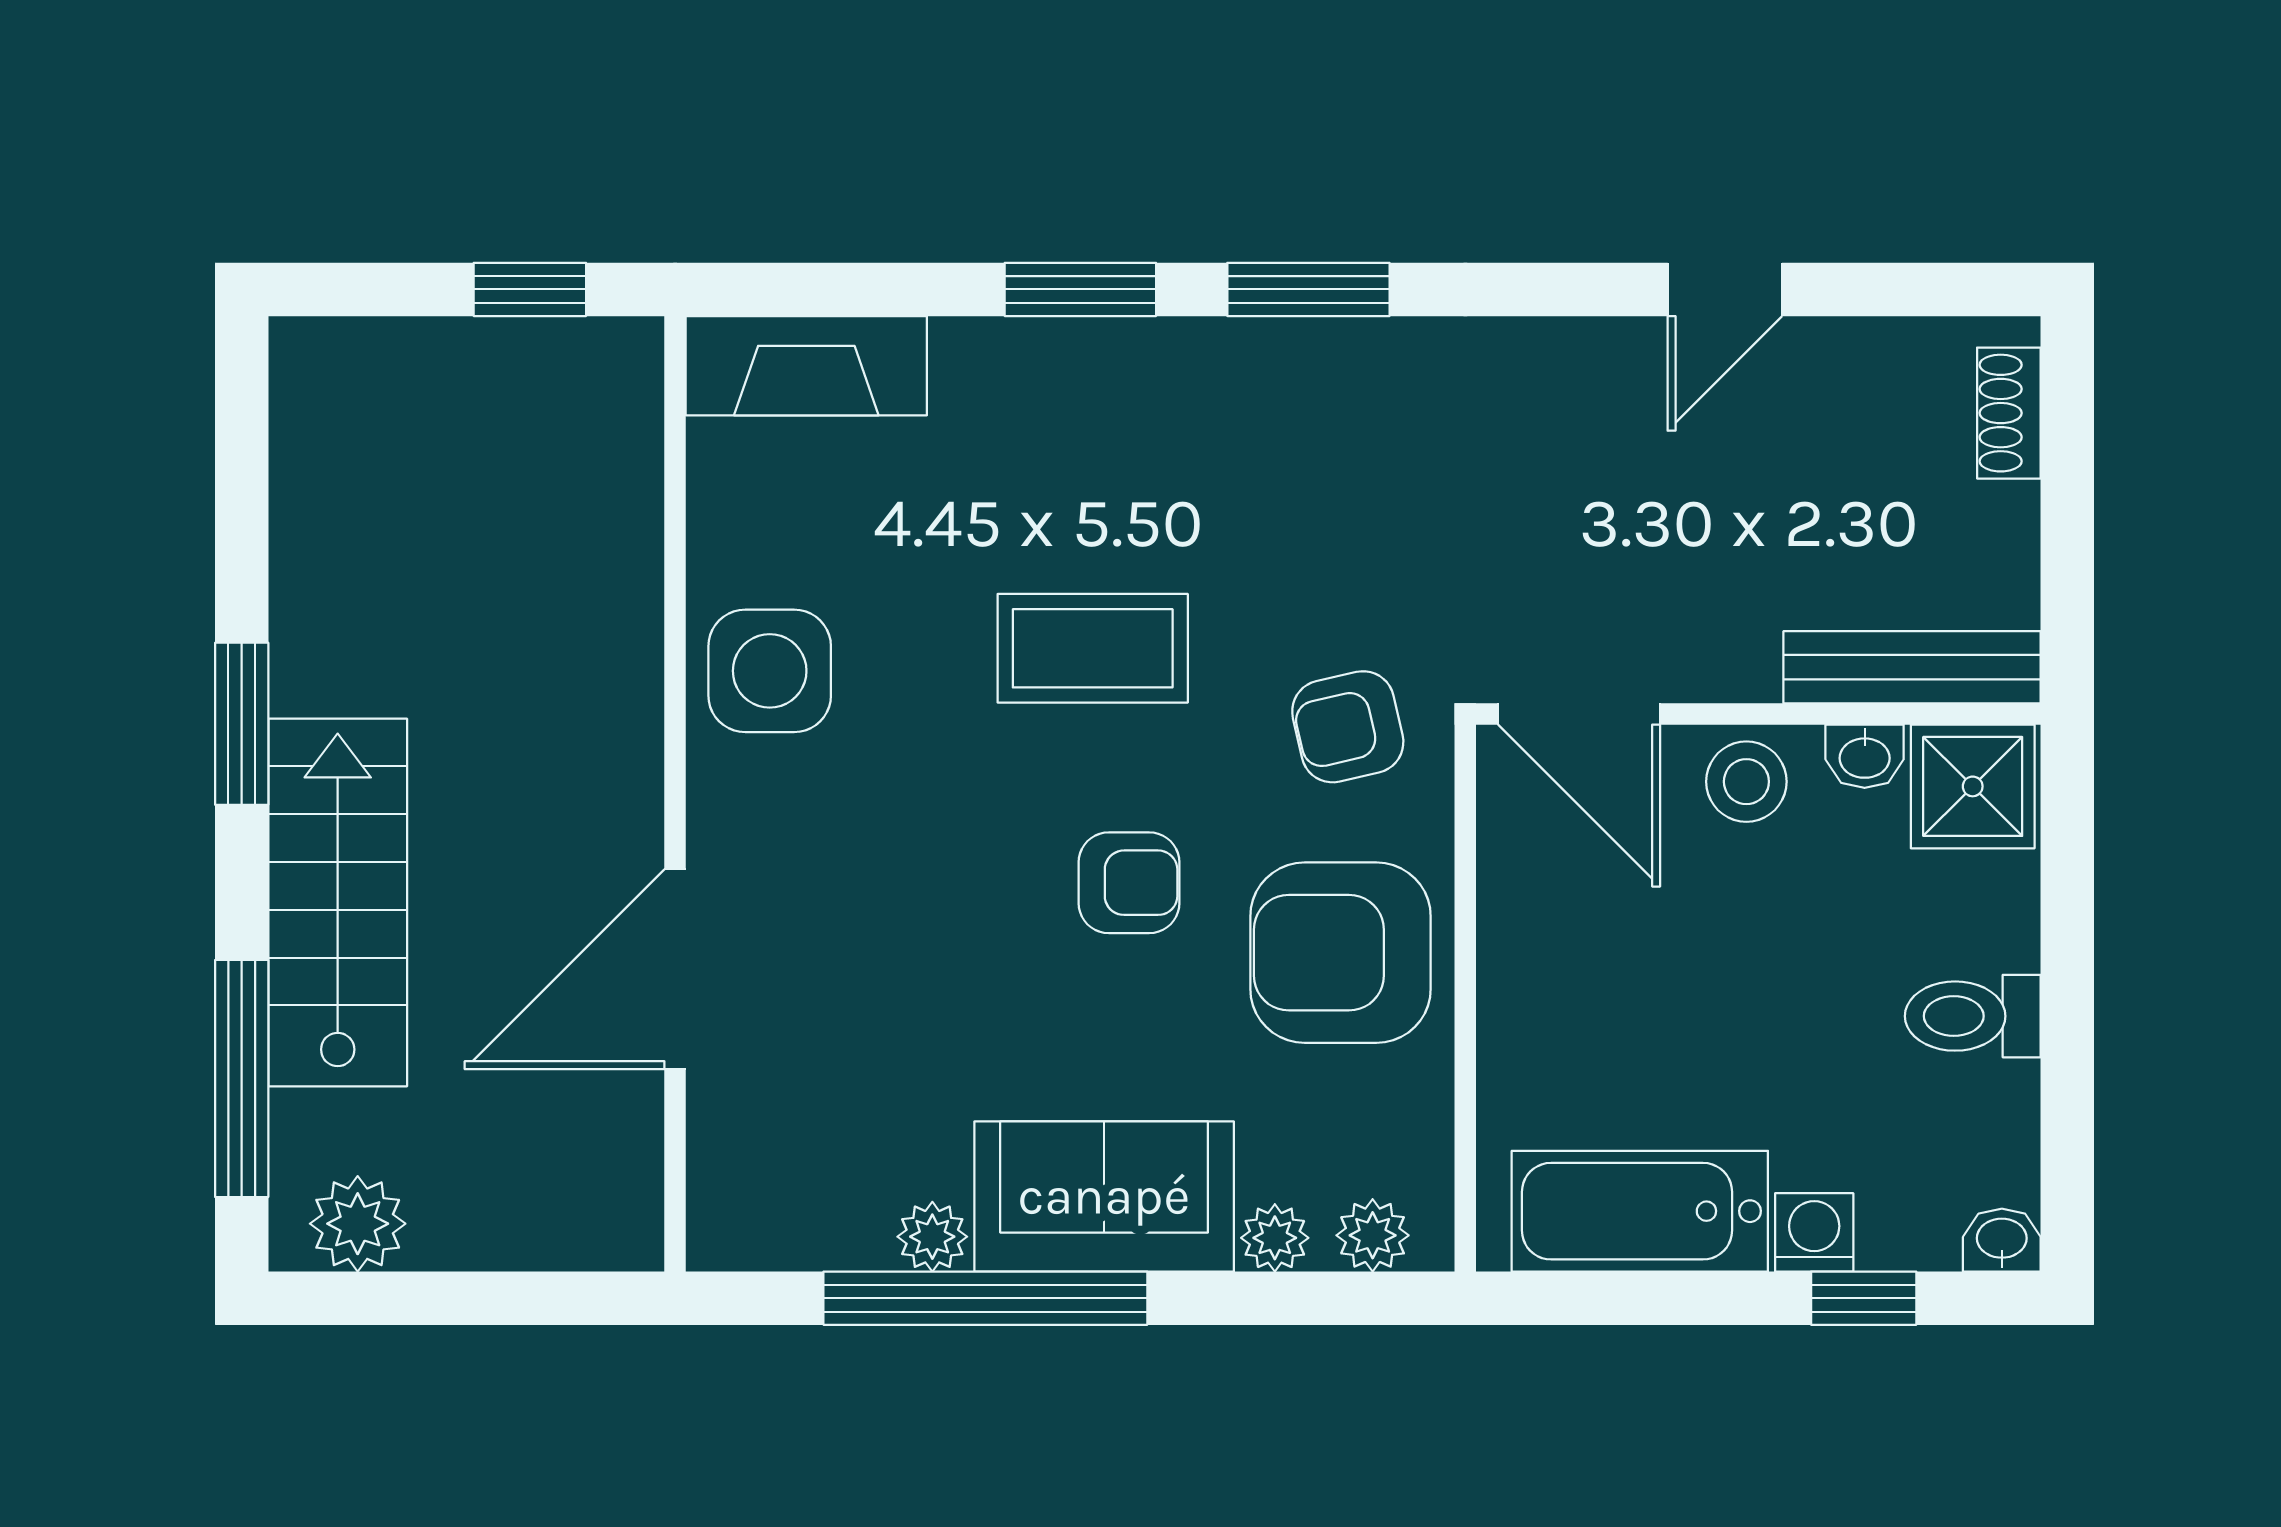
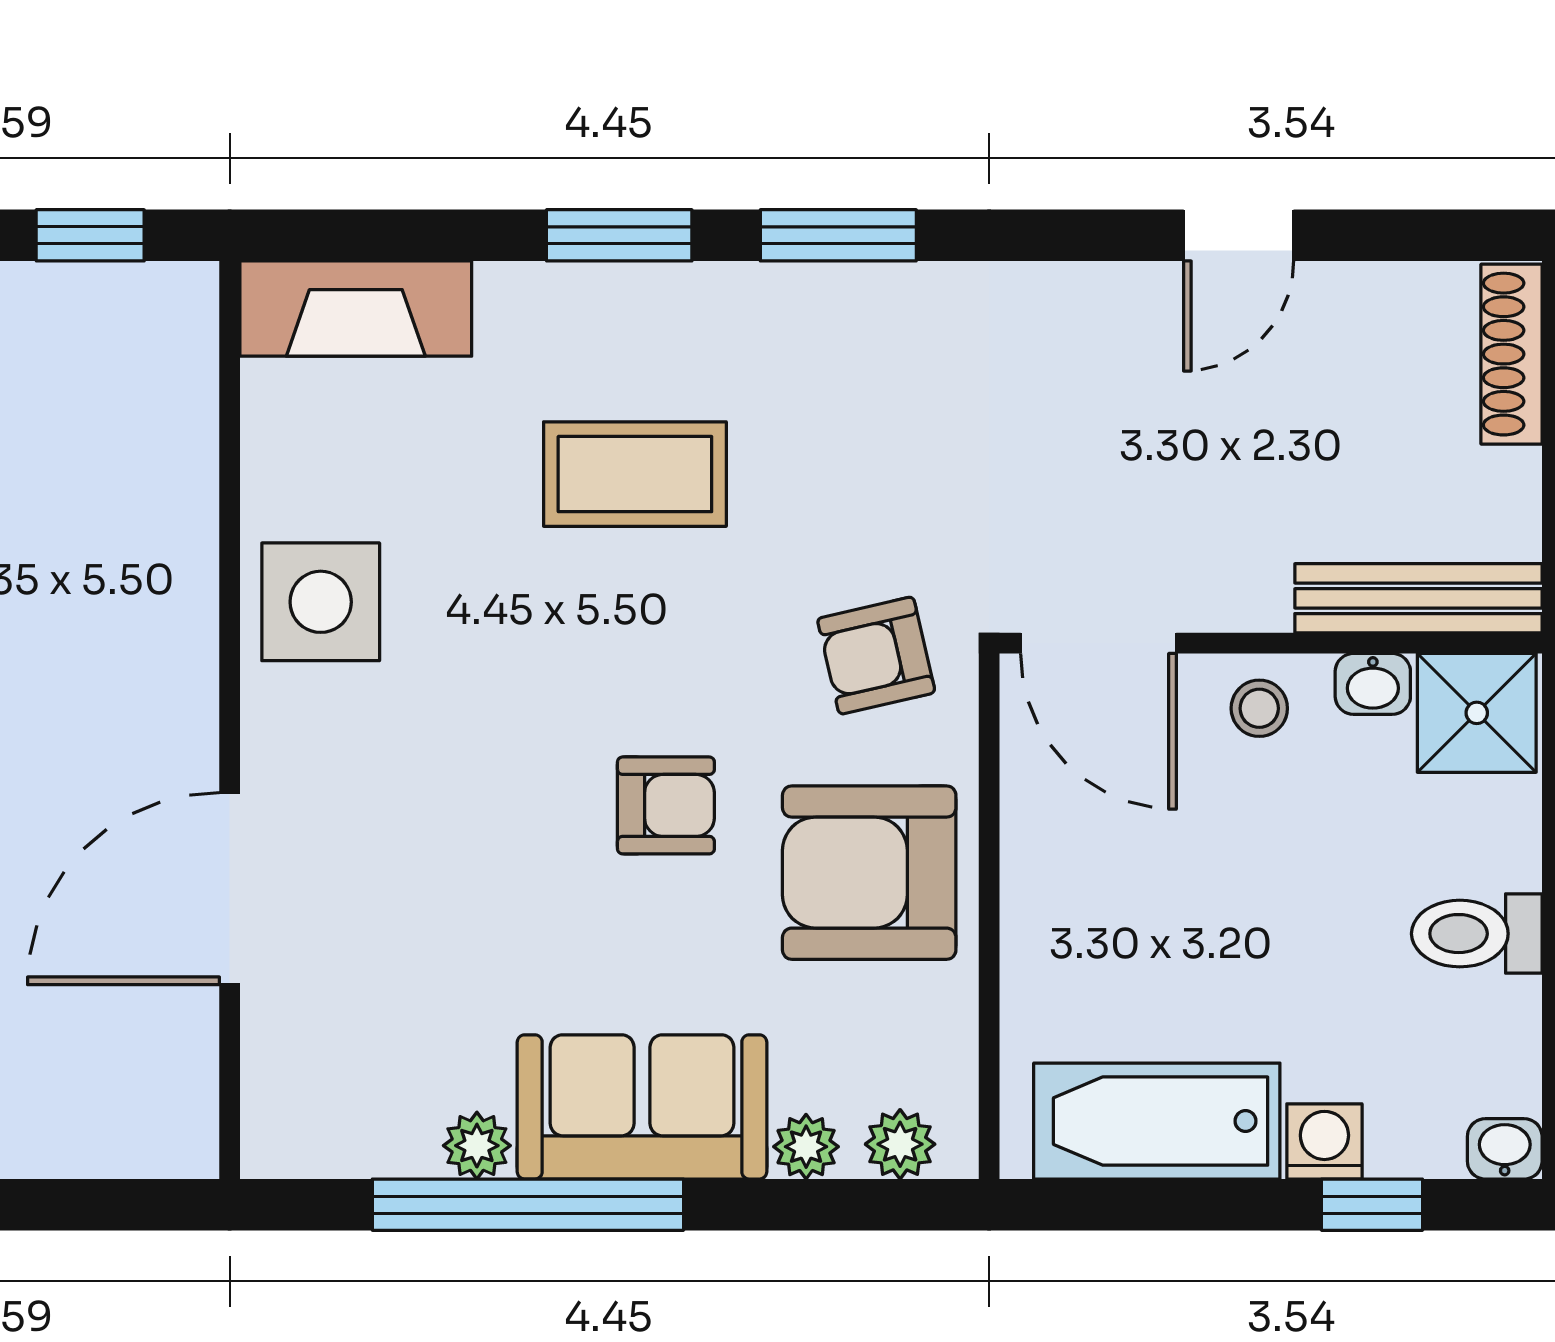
shoe rack: (2009, 413) -> (1512, 354), width x1.43
coffee table: (1093, 648) -> (635, 474), moved
stool: (1746, 782) -> (1259, 708), width x0.73, depth x0.73

